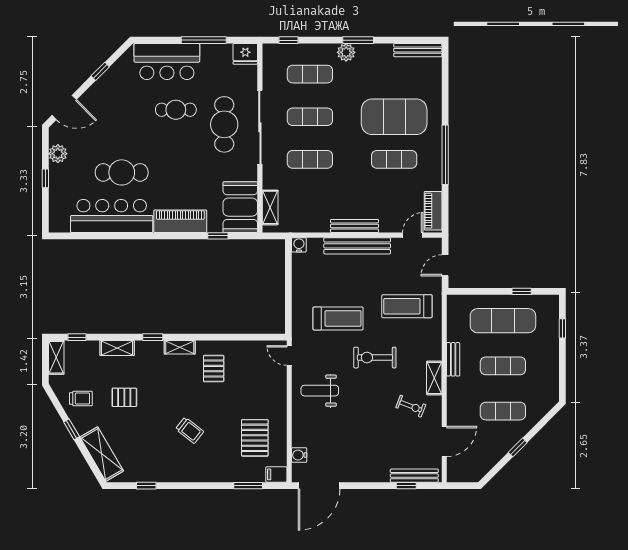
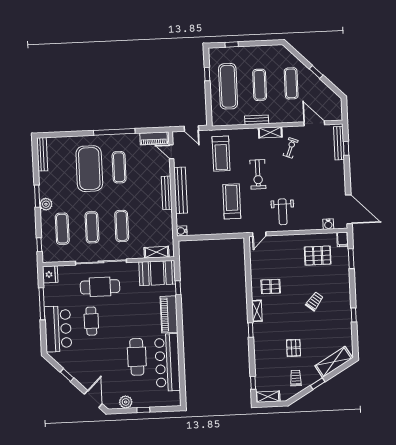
shelving: (117, 348) -> (259, 355), removed
window: (146, 486) -> (354, 315), moved

